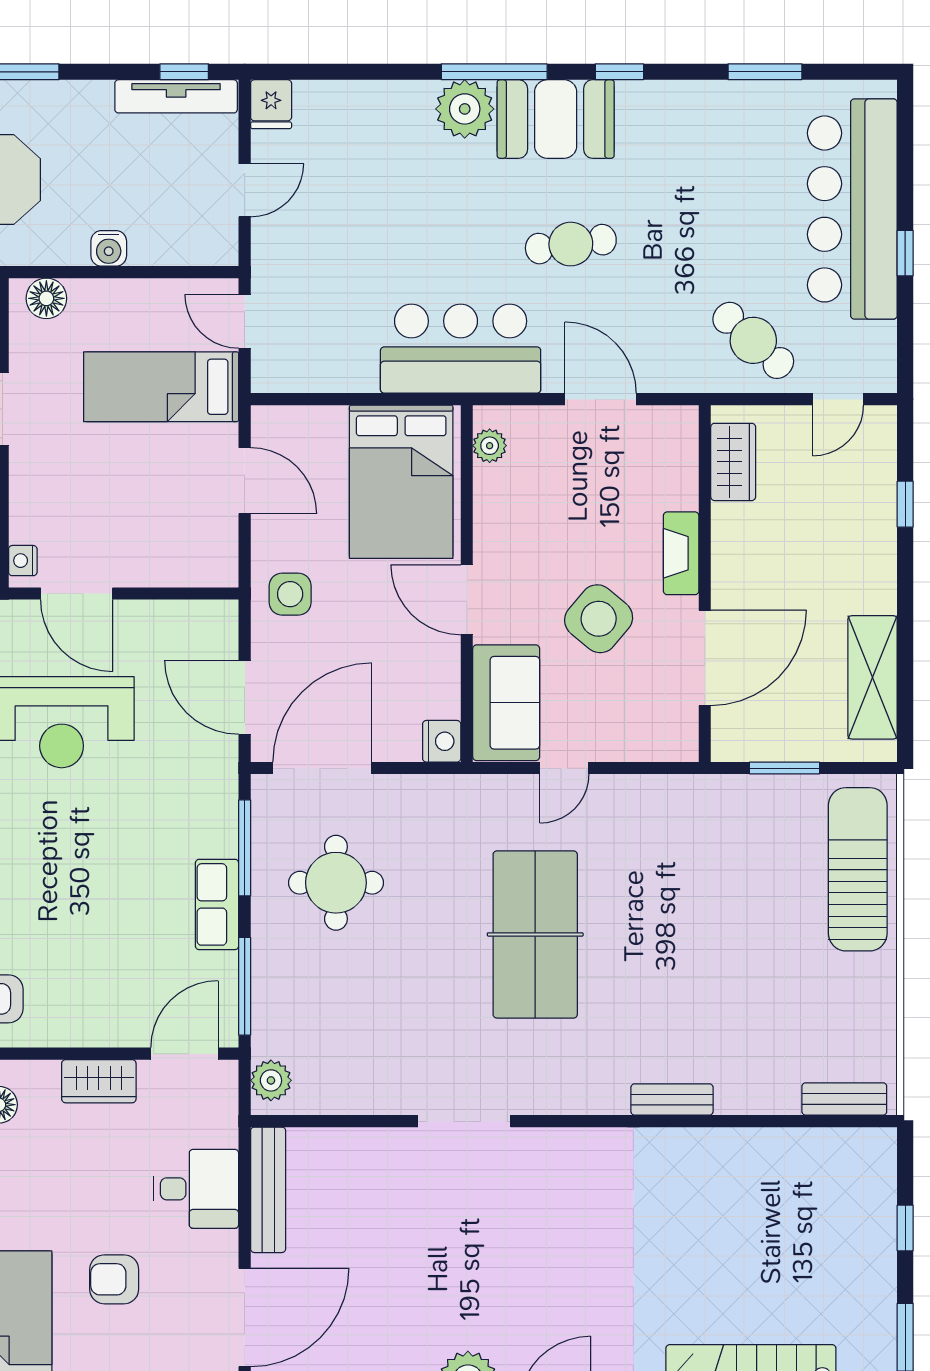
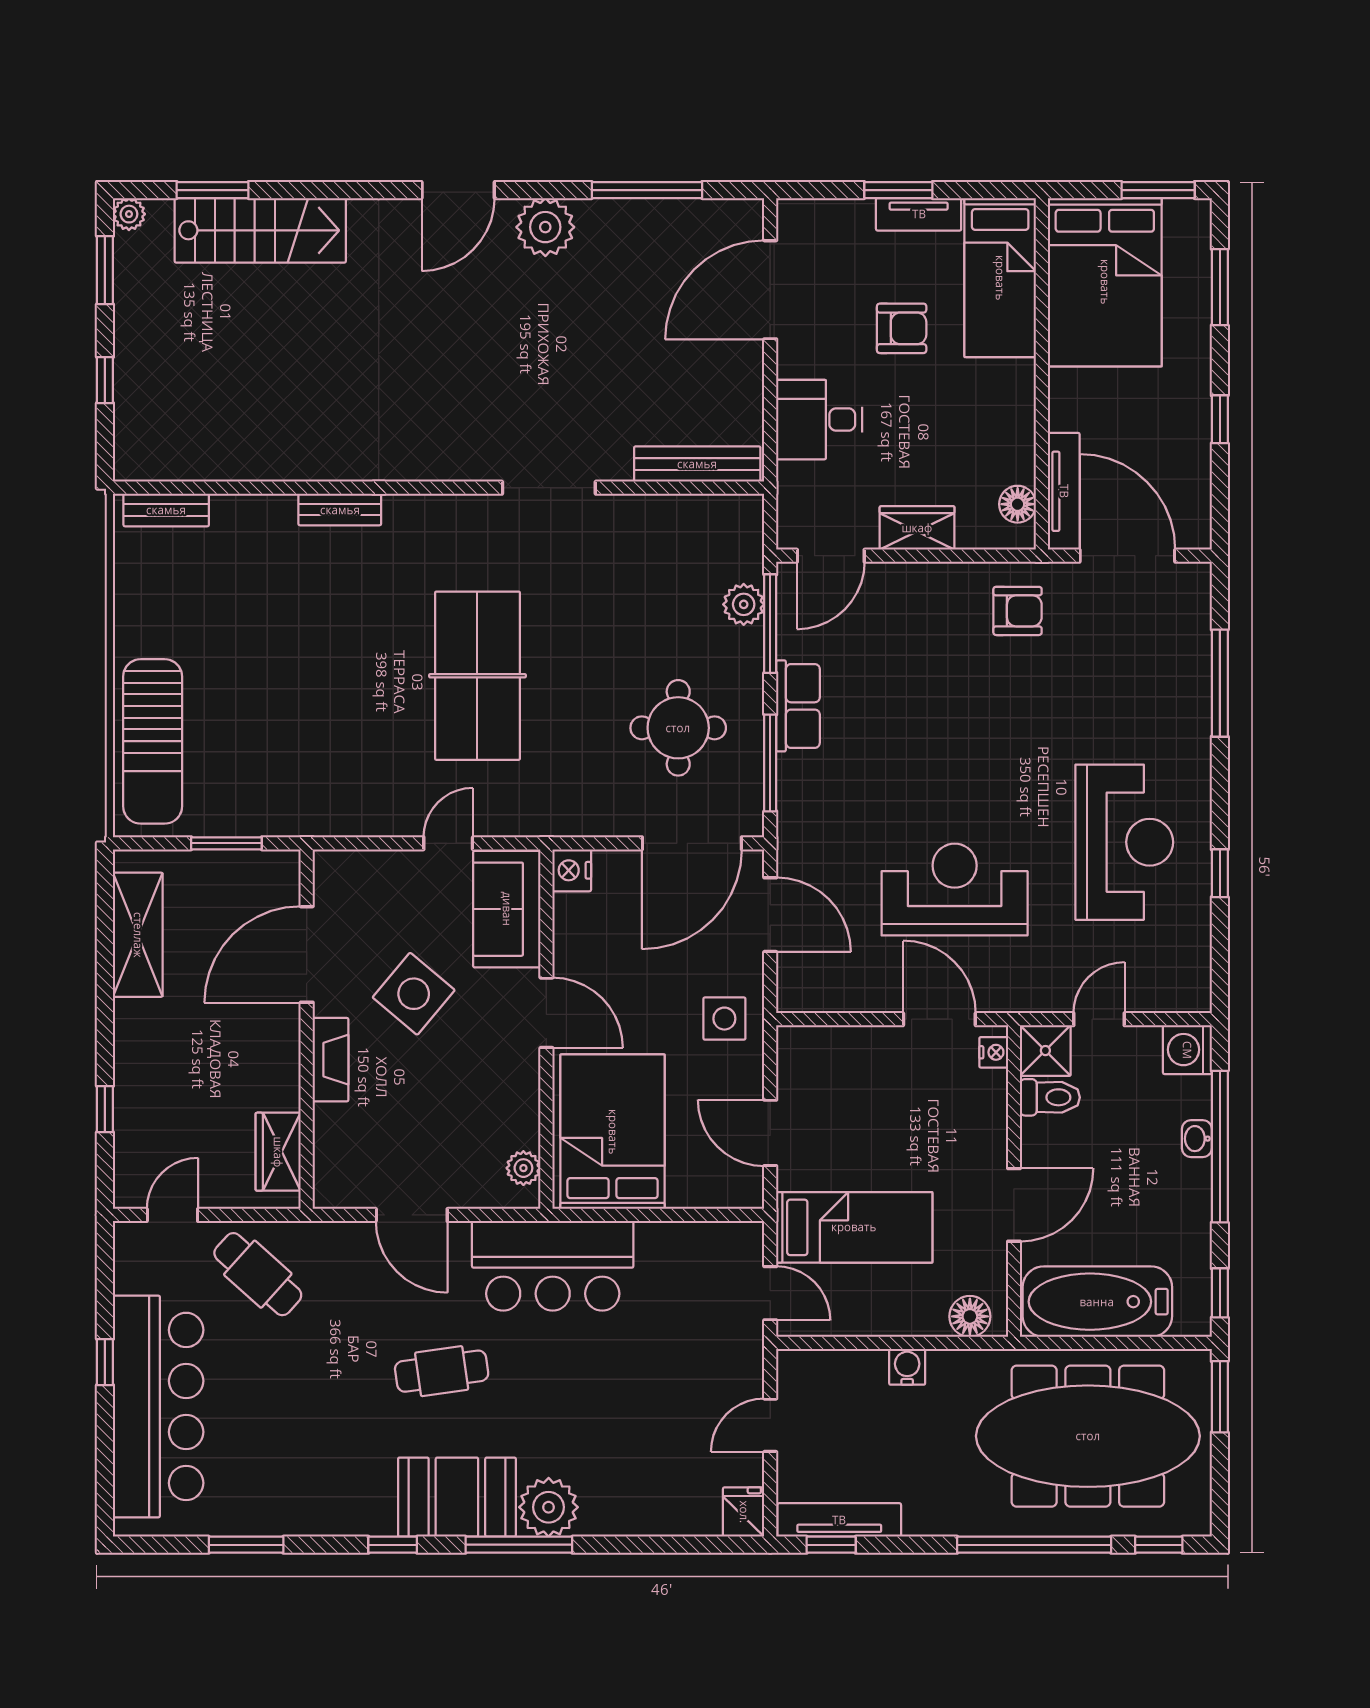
plant: (271, 1080) -> (744, 604), moved
bench: (268, 1190) -> (697, 464), moved, turned 90

